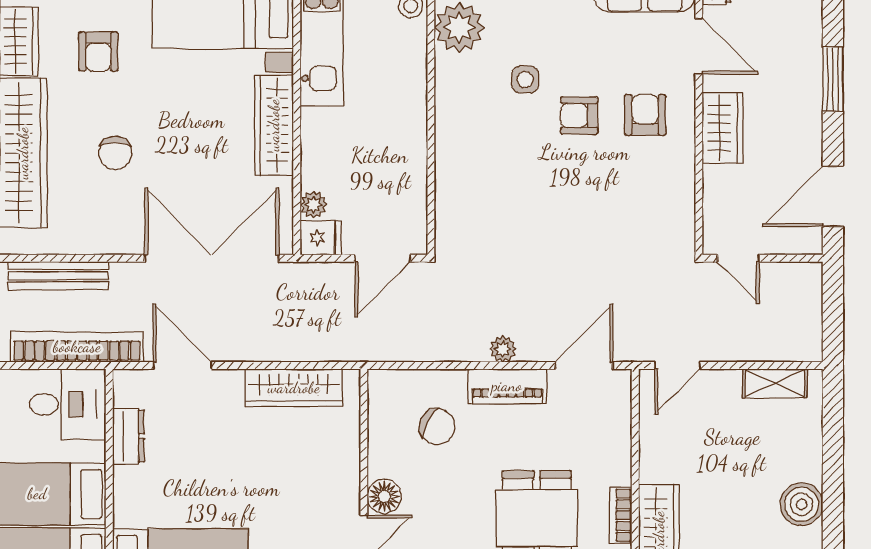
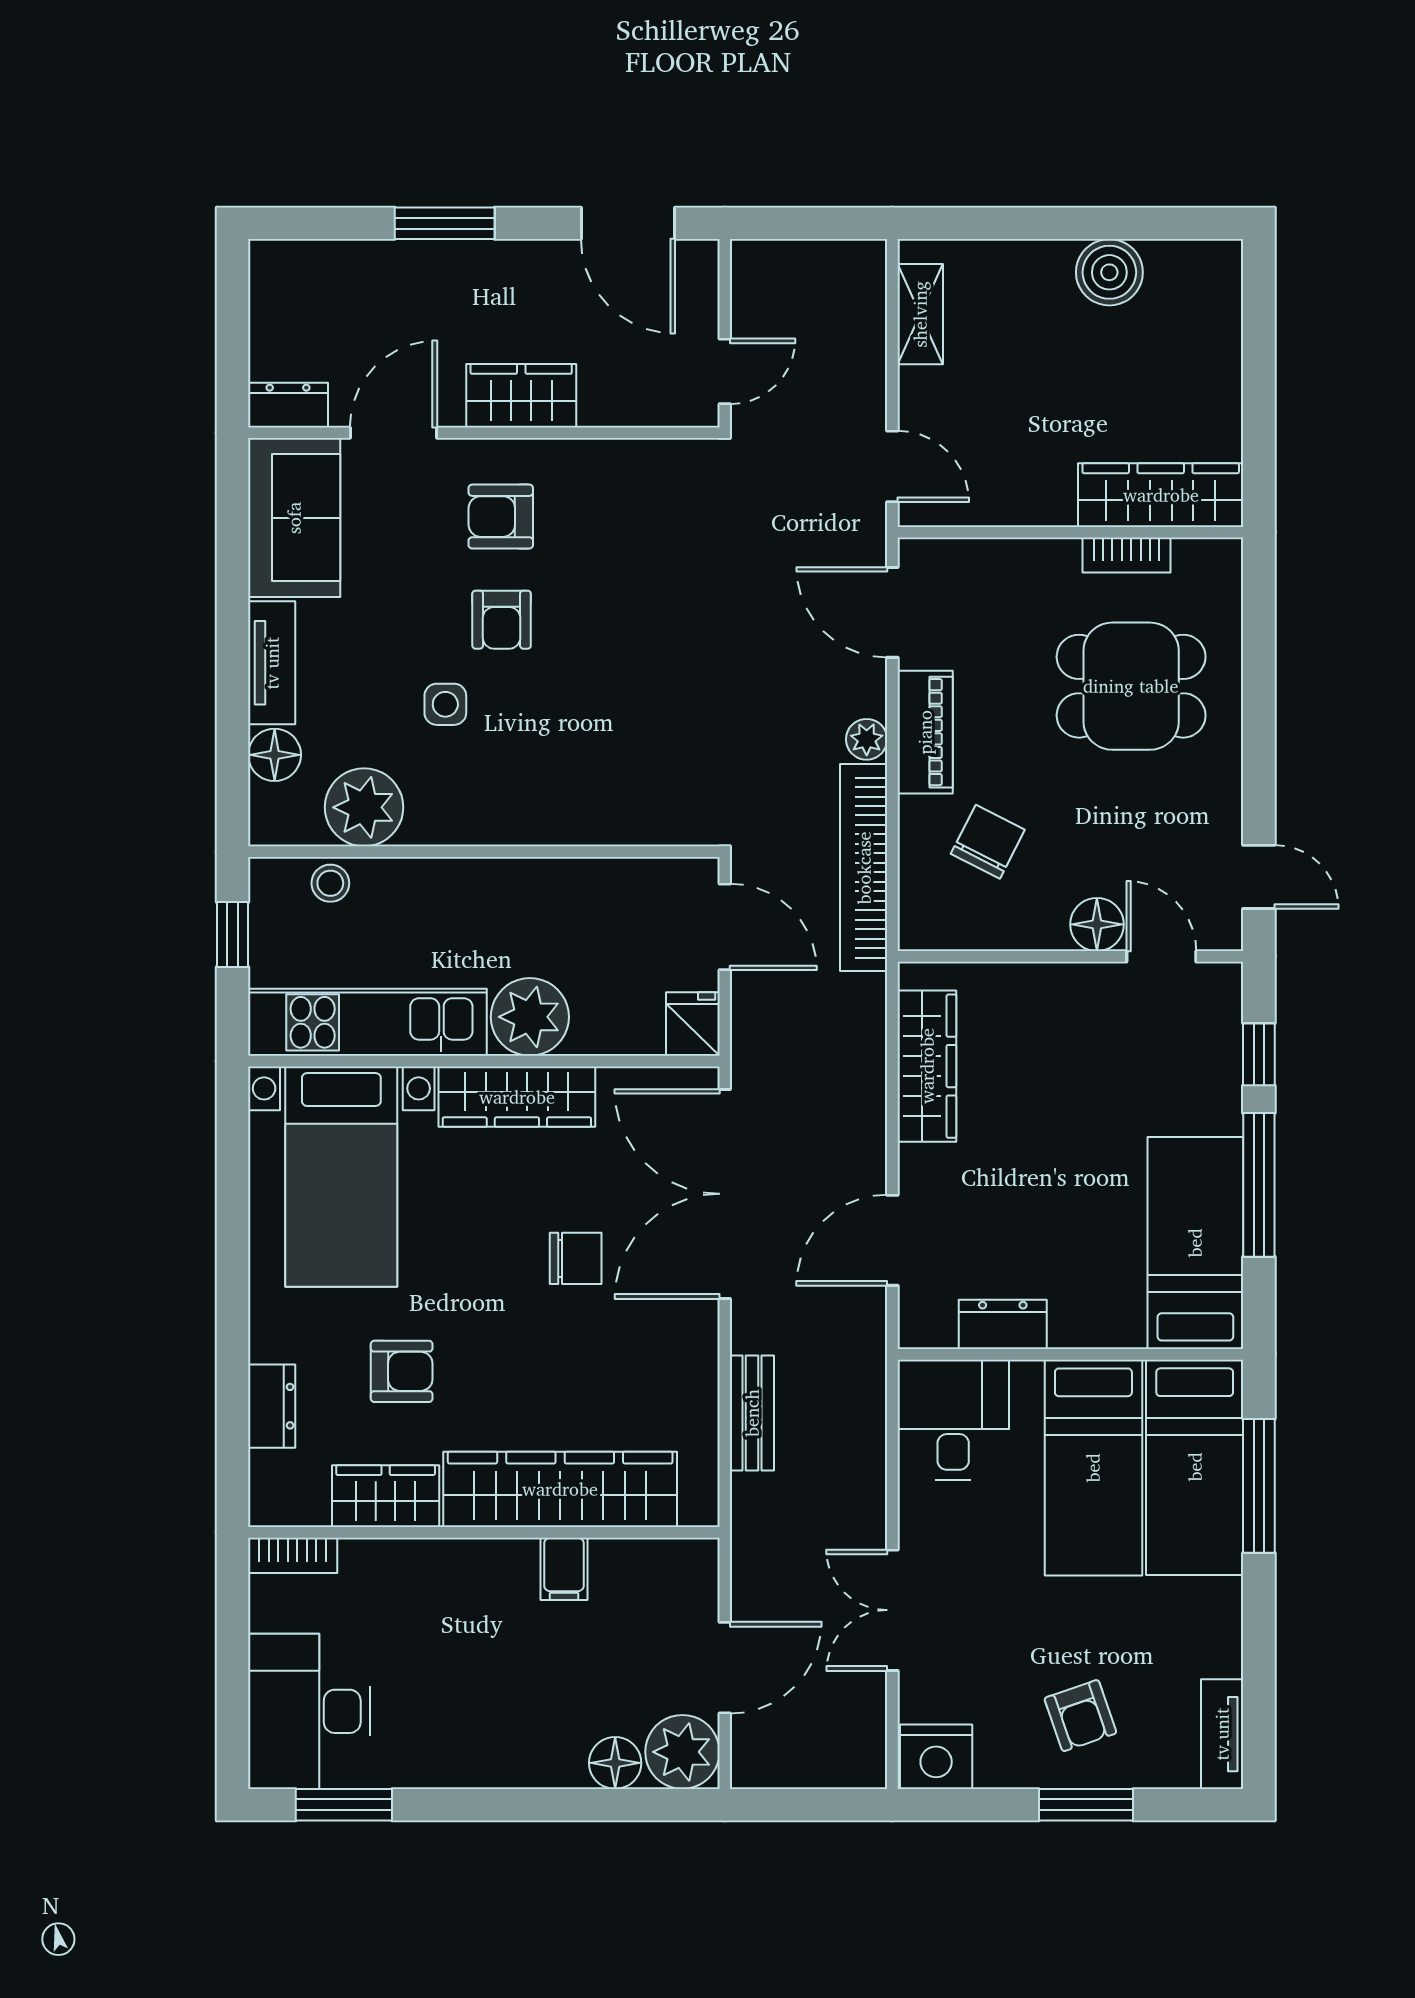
chair: (115, 153) -> (576, 1258), moved
plant: (313, 205) -> (530, 1017), moved, width x1.87, depth x1.87
bench: (58, 276) -> (752, 1413), width x0.73
bookcase: (77, 347) -> (864, 868), moved

